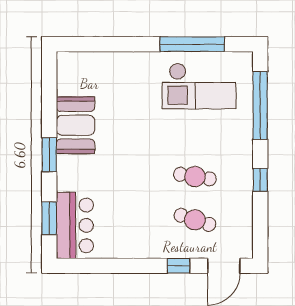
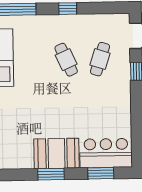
booth: (76, 125) -> (56, 153), moved
cafe table: (195, 177) -> (66, 60), turned -33

